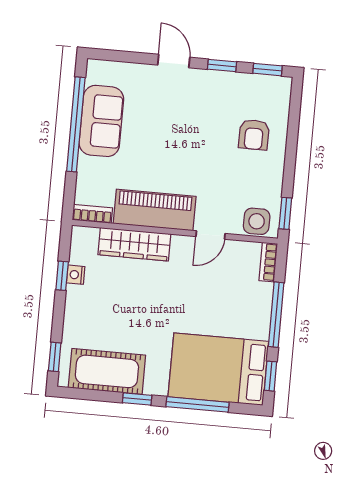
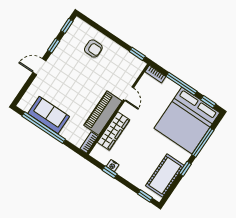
side table: (257, 221) -> (134, 69), removed
bed: (218, 369) -> (187, 121), width x1.36

